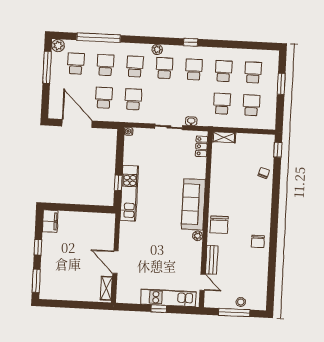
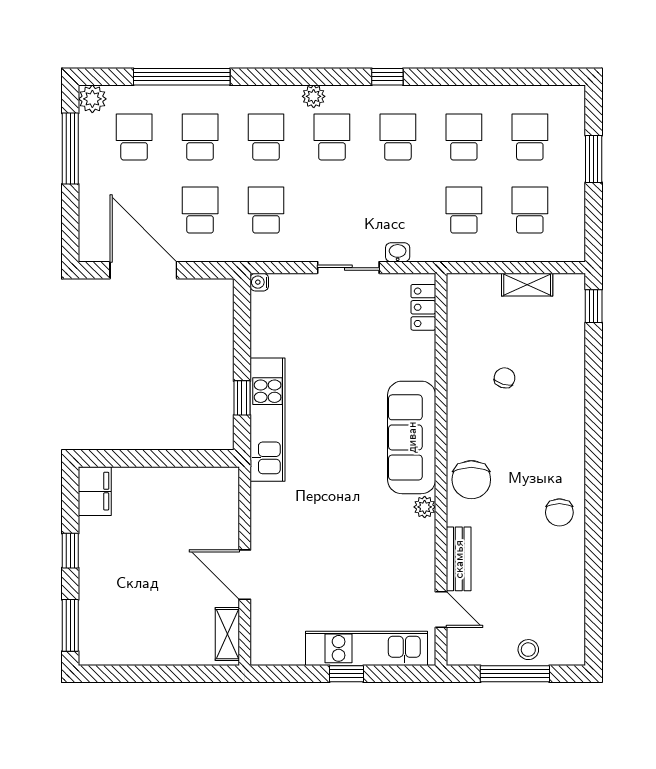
shelving: (224, 137) -> (527, 285), moved
chair: (264, 173) -> (505, 378), moved

